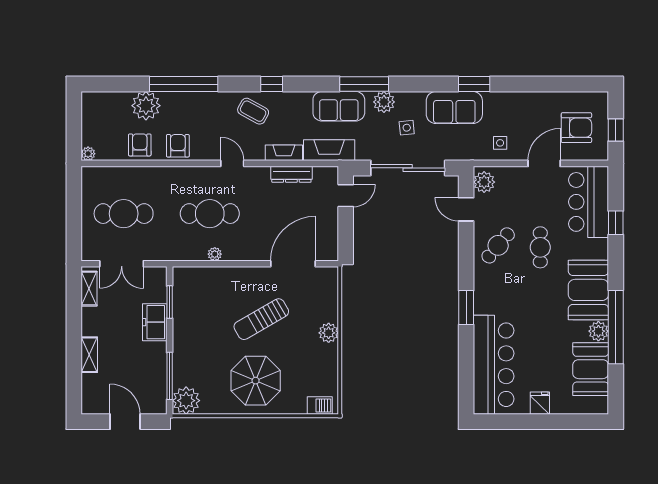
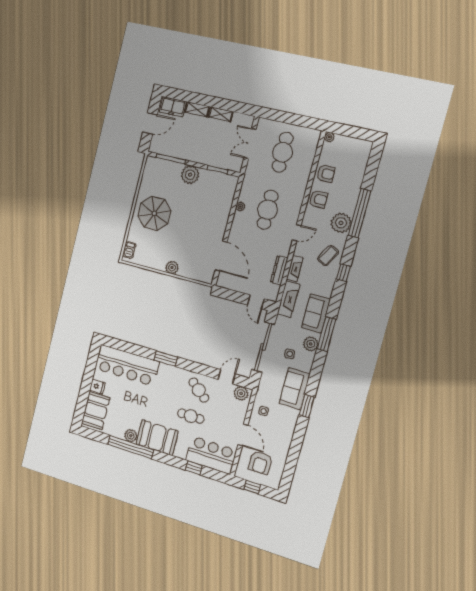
plant: (146, 106) -> (341, 223), moved
shelving: (89, 289) -> (221, 114), moved
sun lounger: (261, 319) -> (191, 227), removed
freezer: (155, 322) -> (173, 107), moved, turned 180
booth: (591, 369) -> (96, 410), moved, turned 90
plant: (186, 401) -> (190, 175), moved

